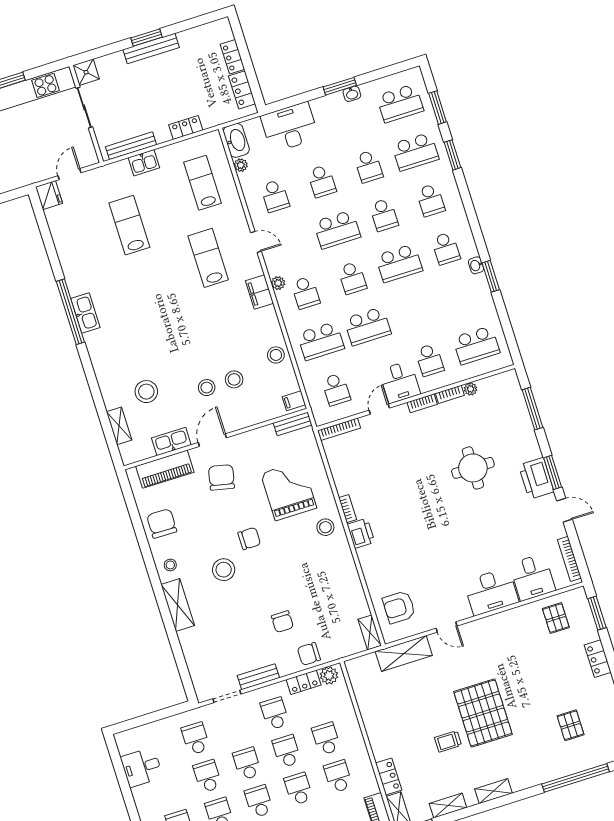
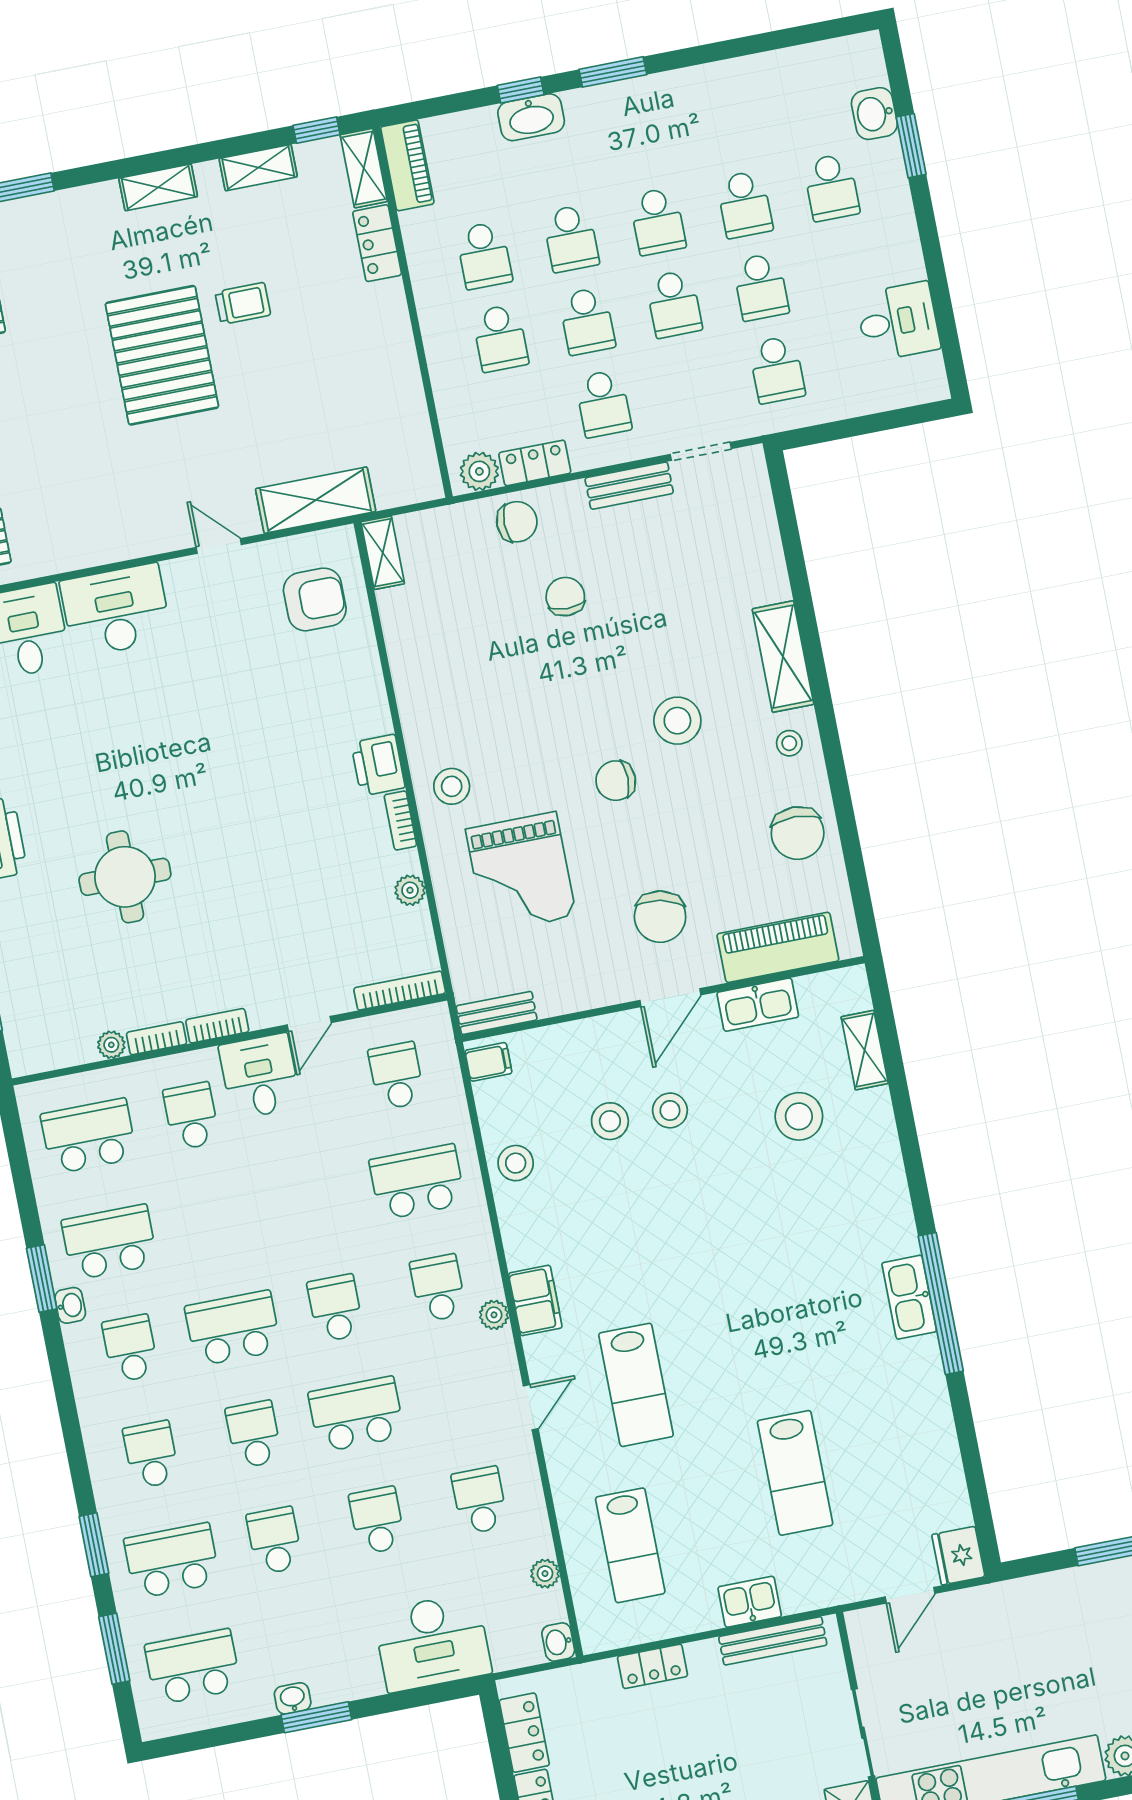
washbasin: (236, 140) -> (558, 1642), width x0.52, depth x0.69
door: (256, 242) -> (531, 1407), swing flipped
school desk: (368, 326) -> (110, 1242), moved
plant: (339, 477) -> (410, 890), added

